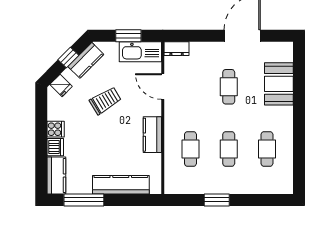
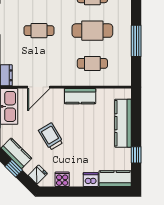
cooker: (56, 129) -> (62, 179), moved
cafe table: (229, 149) -> (92, 31), width x1.37, depth x1.35
window: (84, 200) -> (136, 155), width x0.46
window: (217, 200) -> (136, 41), width x1.44

